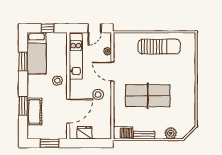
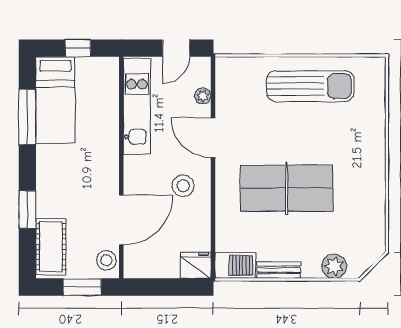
window: (23, 61) -> (27, 117), width x1.44
stool: (57, 81) -> (106, 260), moved
cot: (34, 112) -> (51, 247), moved
fridge: (85, 133) -> (196, 265), moved

